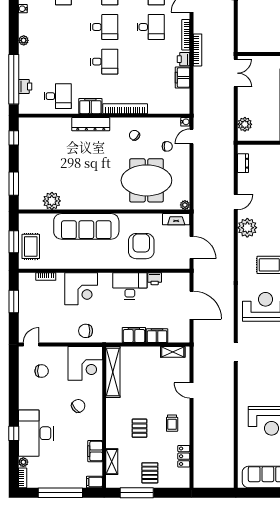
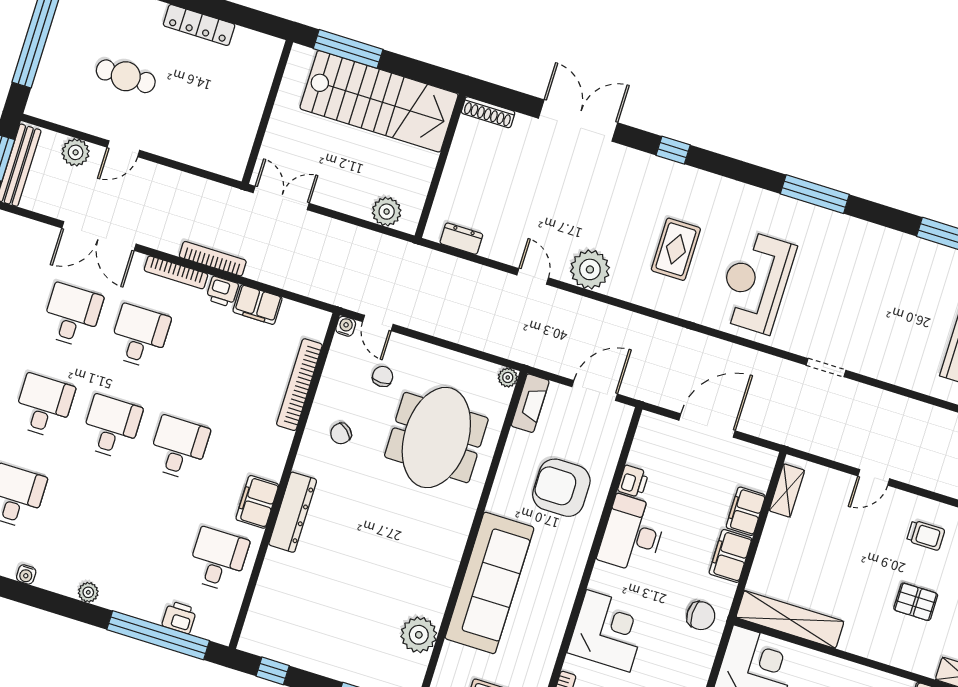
bookcase: (125, 109) -> (299, 385), moved
chair: (86, 331) -> (701, 616), moved, turned -90

